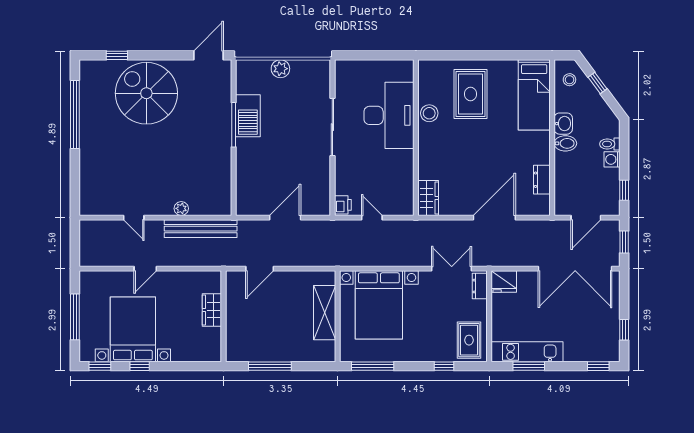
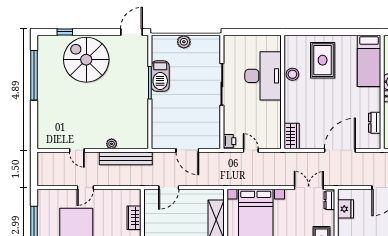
door: (285, 218) -> (187, 150), swing flipped
fridge: (504, 282) -> (346, 209), moved, turned -90

